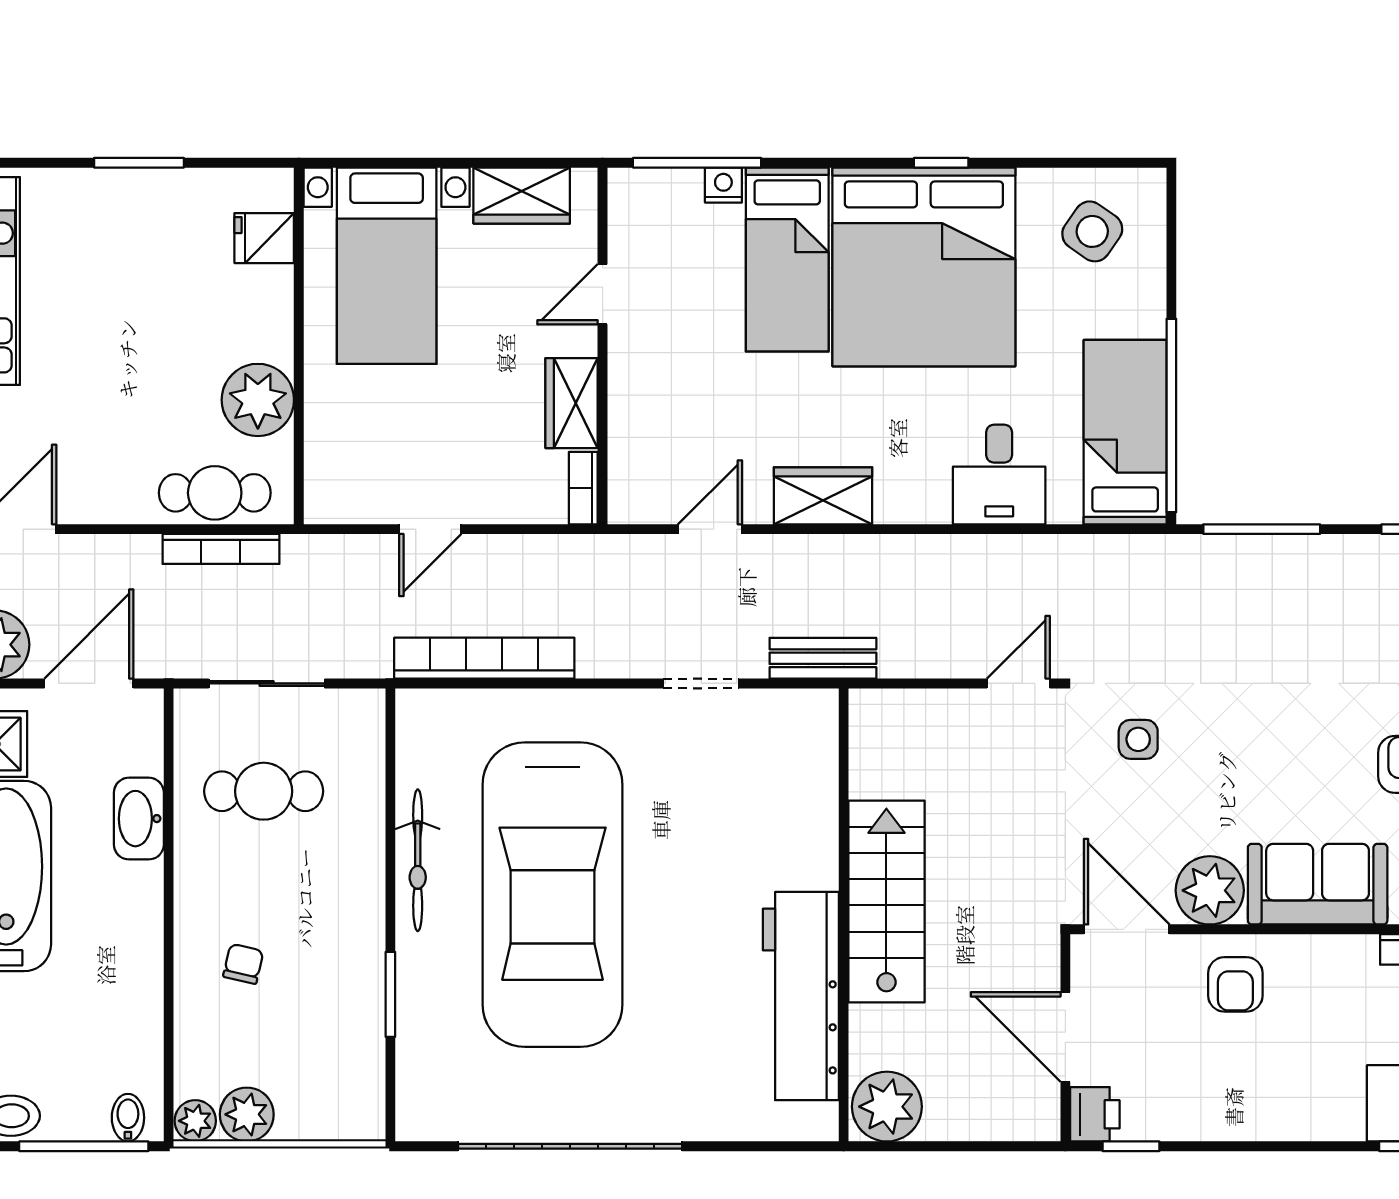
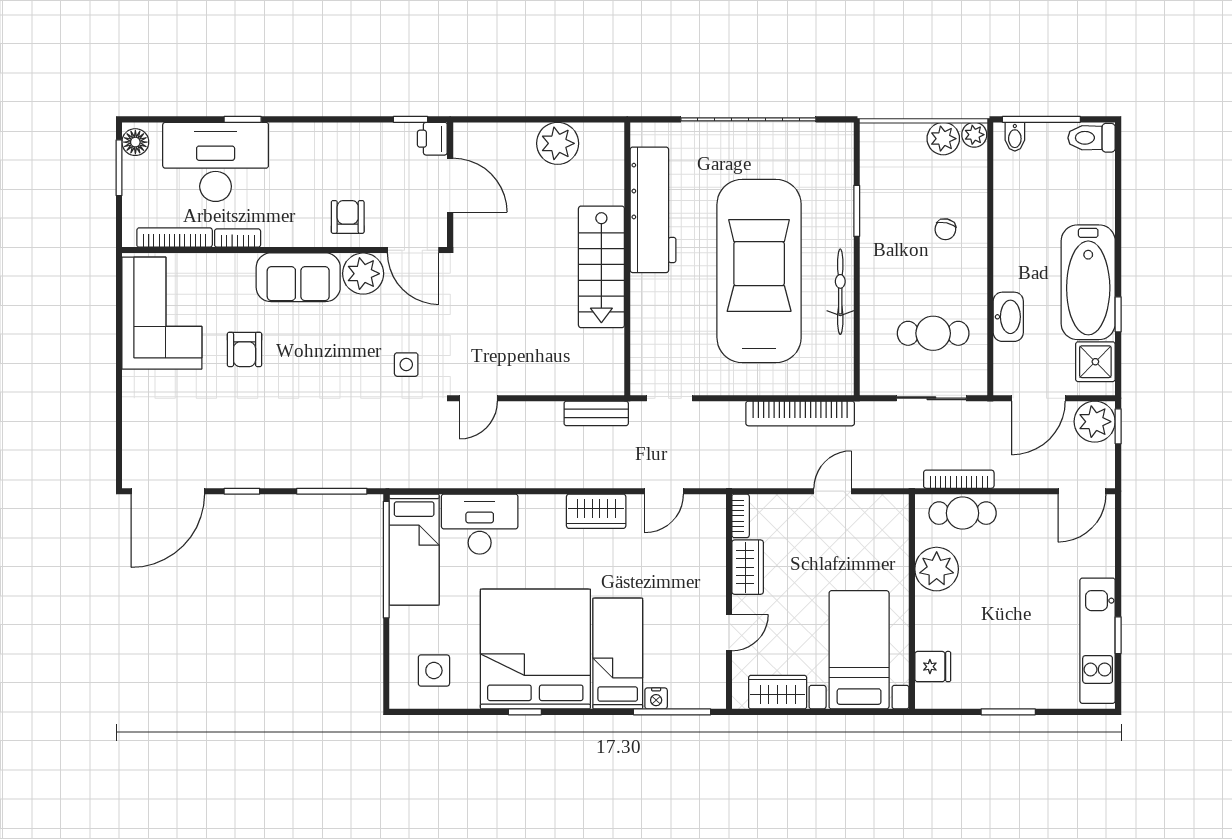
side table: (1092, 231) -> (434, 671), turned -35
desk: (999, 475) -> (480, 524), width x1.37
stairs: (886, 901) -> (601, 267), moved
wall: (844, 915) -> (627, 259), moved
workbench: (801, 996) -> (653, 210), moved

